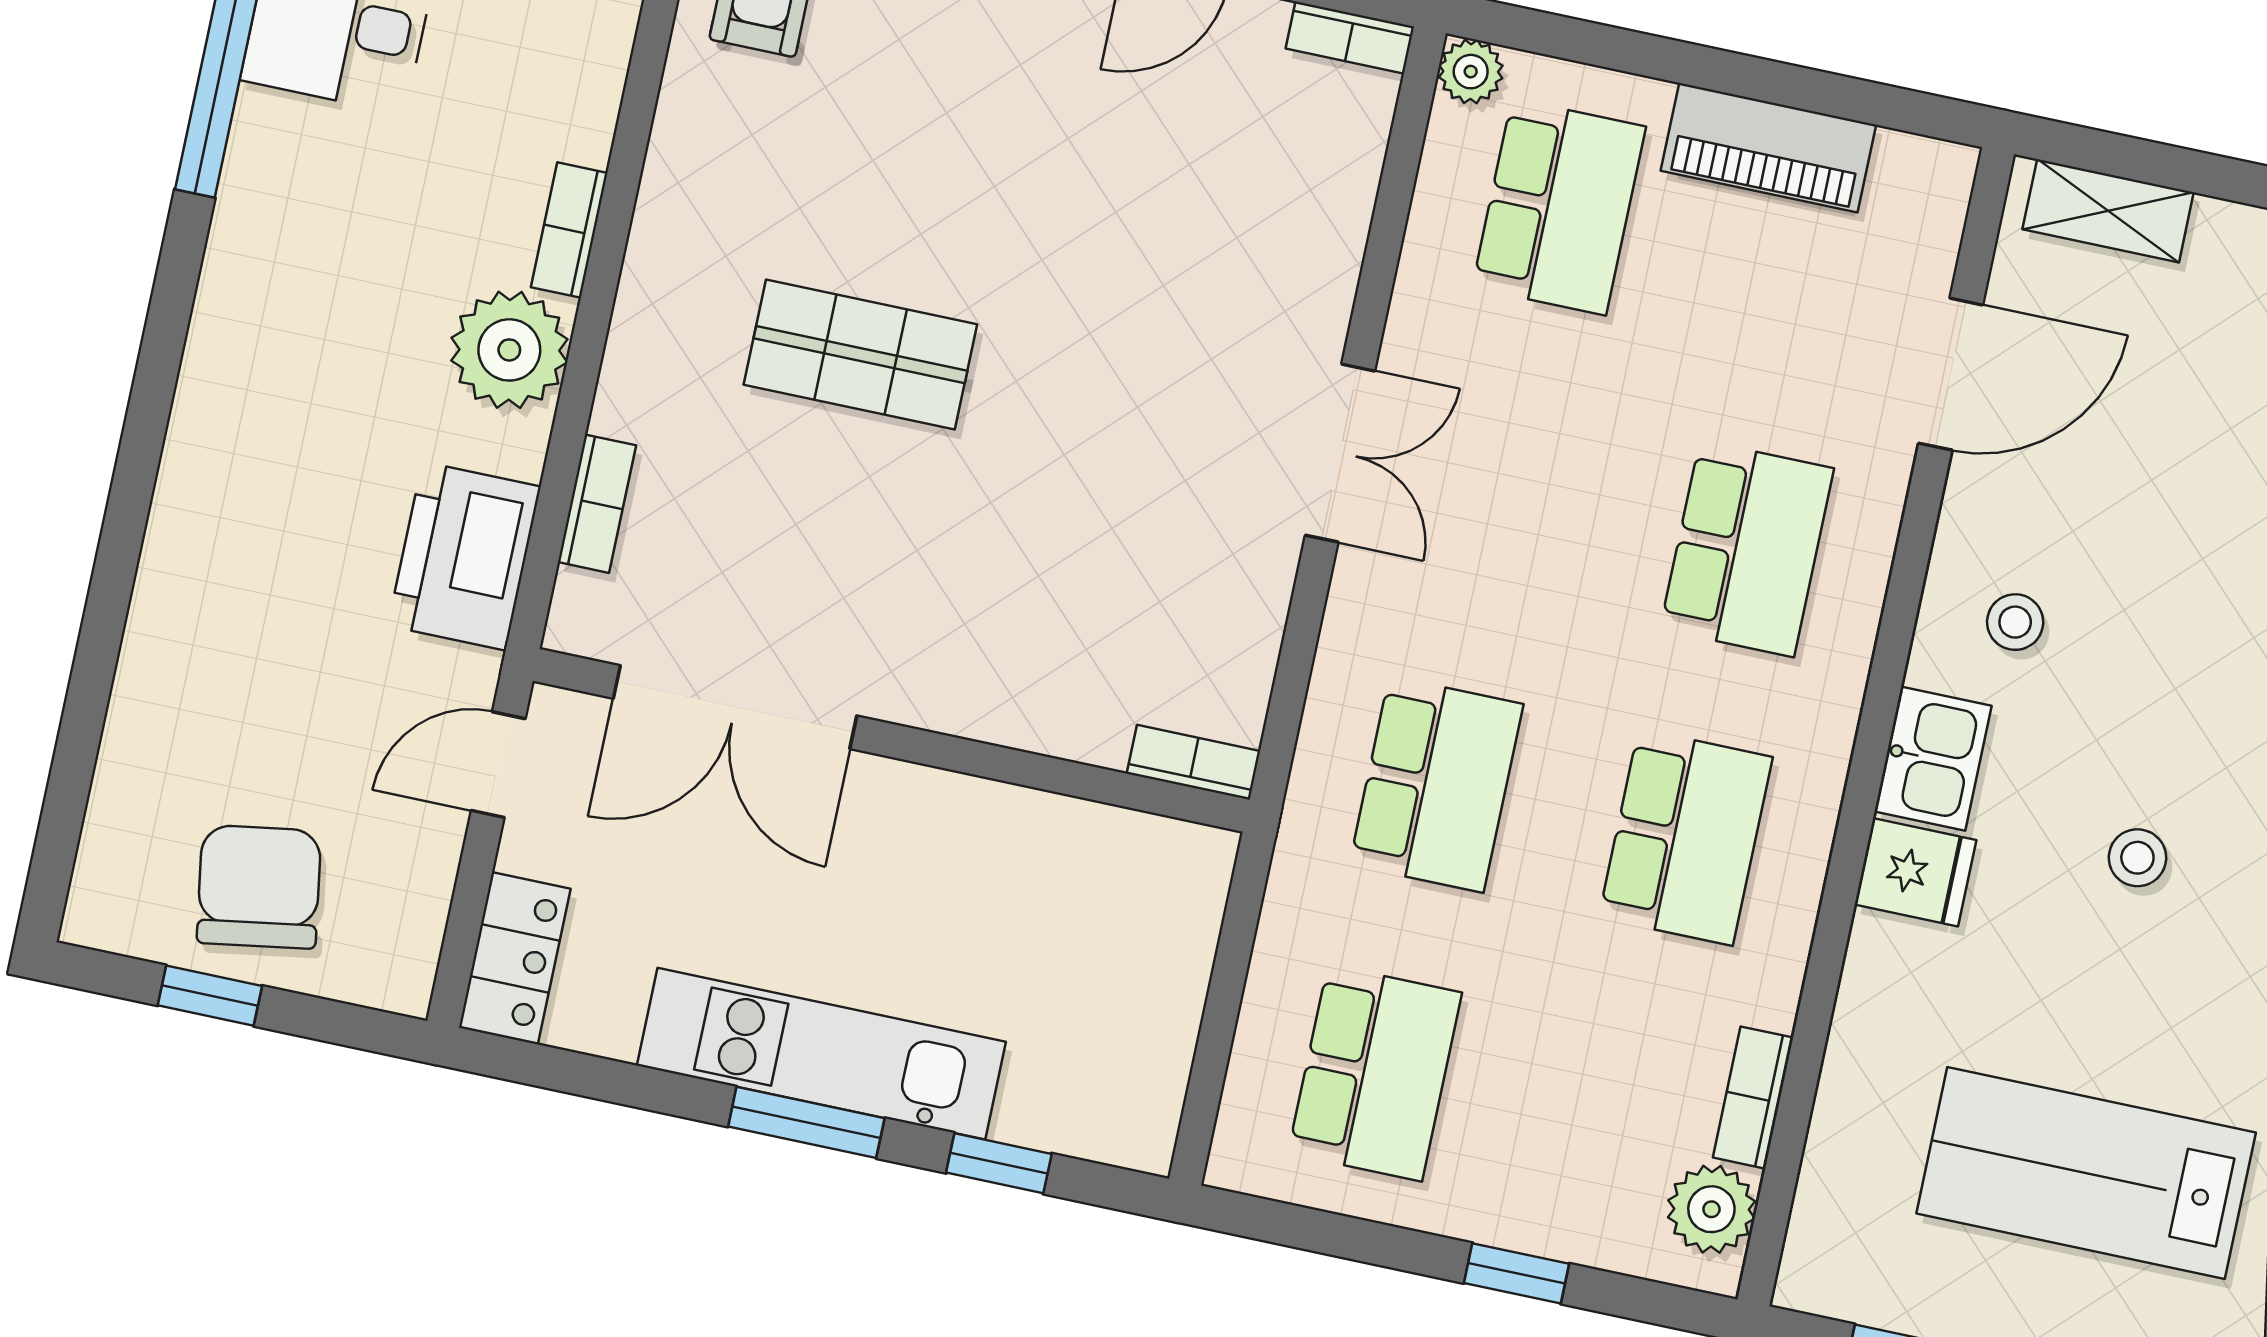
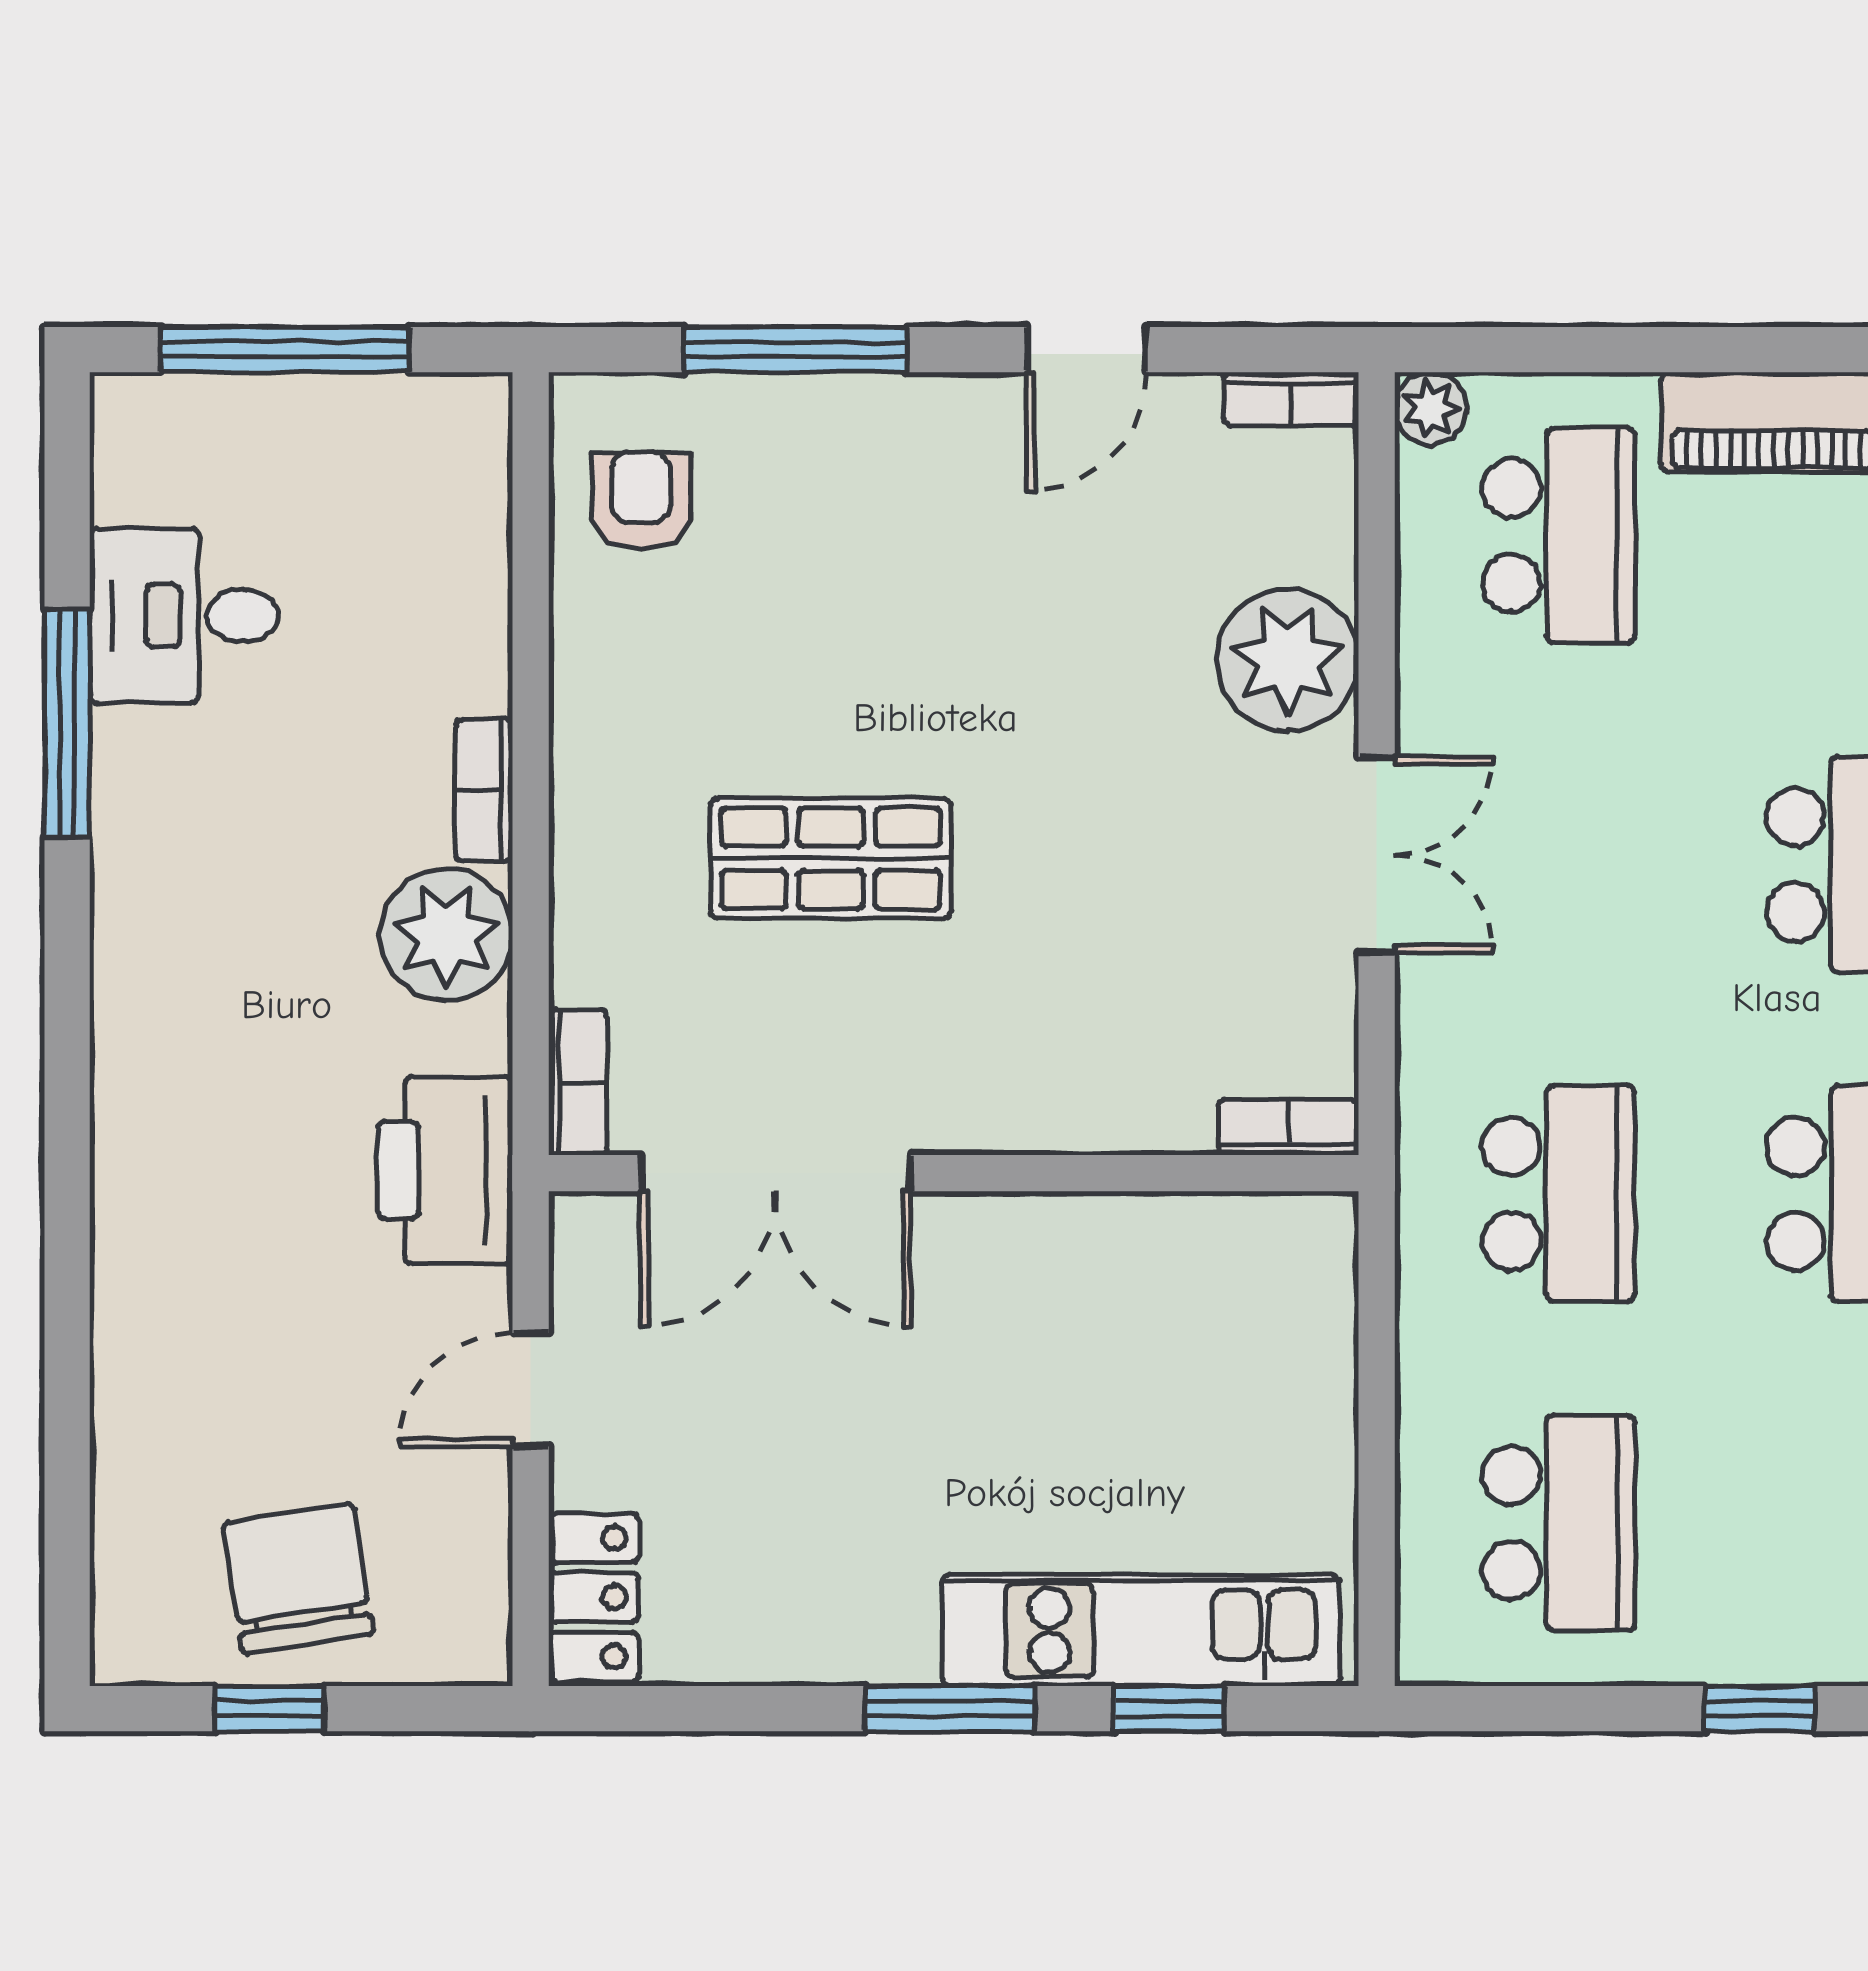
plant: (1298, 266) -> (1288, 660), added
double door: (735, 707) -> (776, 1173), moved
wall: (891, 740) -> (954, 1173), moved
bookcase: (1193, 762) -> (1289, 1127), moved
kitchen unit: (821, 1054) -> (1141, 1630), moved

